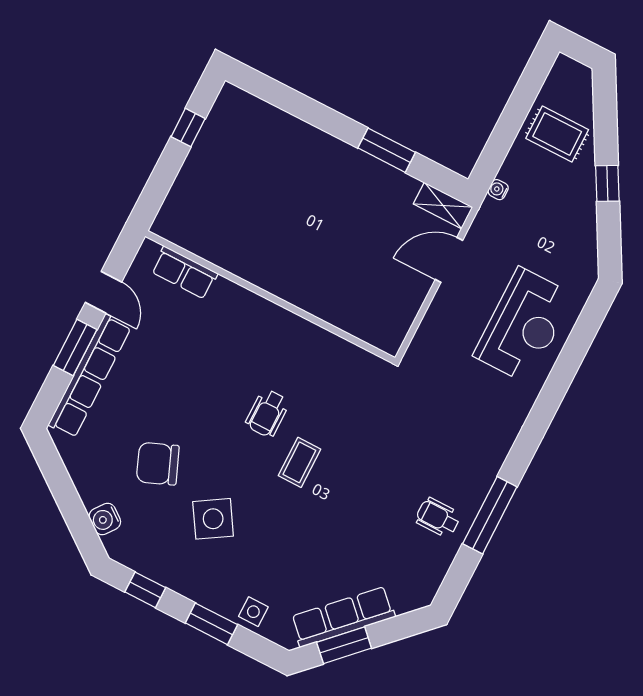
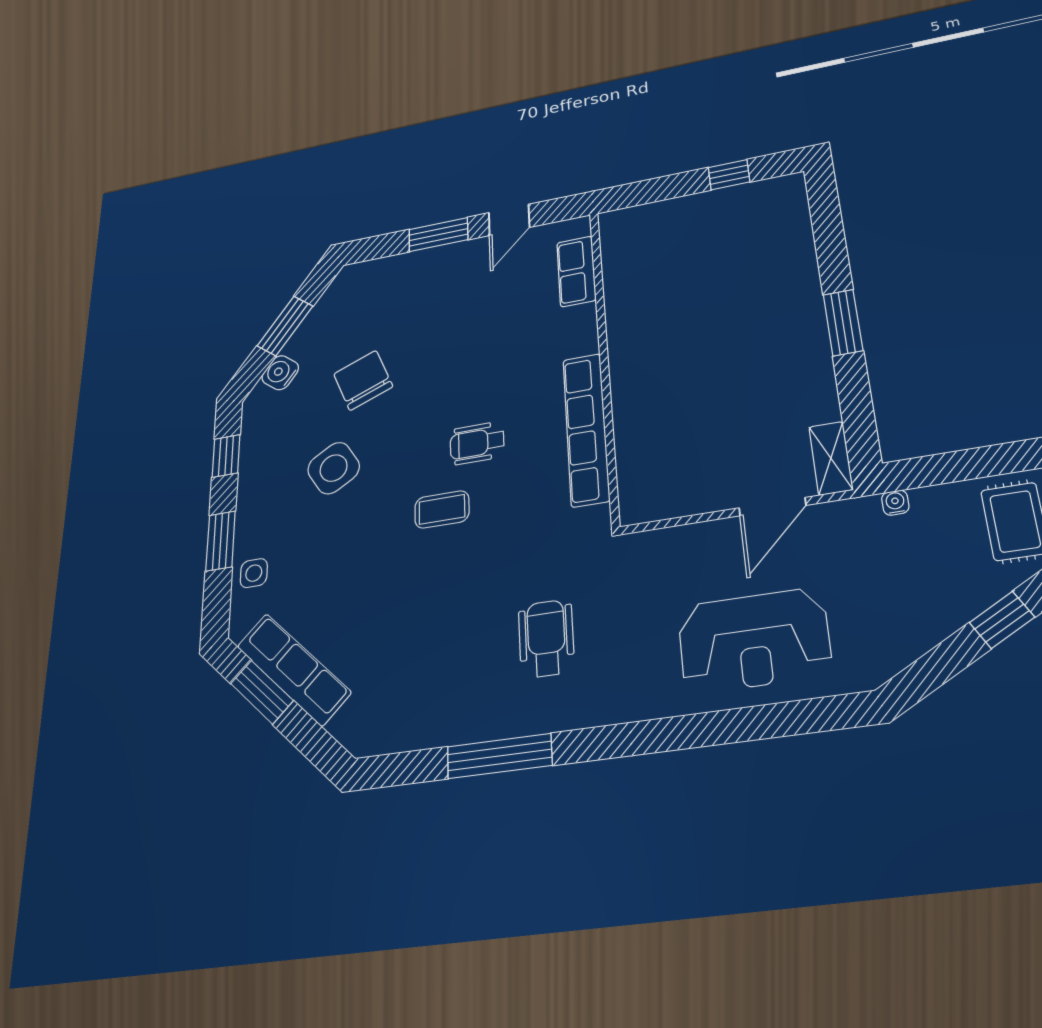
window: (387, 150) -> (843, 323), moved
door: (449, 260) -> (772, 507), swing flipped
row of seats: (90, 376) -> (586, 429), moved, turned 90
window: (66, 497) -> (285, 326), added
wheelchair: (438, 518) -> (546, 638), moved, width x1.36, depth x1.37

